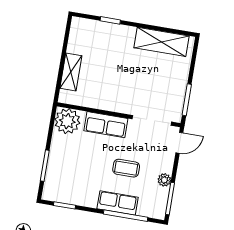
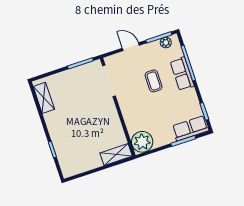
shelving: (162, 42) -> (44, 98), width x0.67, depth x0.75
shelving: (71, 72) -> (116, 155), moved
row of seats: (106, 125) -> (190, 128), moved, turned -90
door: (179, 143) -> (131, 47), moved
plant: (164, 180) -> (166, 43), moved

